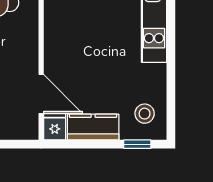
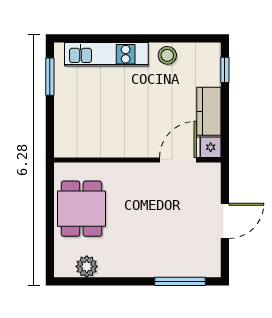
stool: (145, 114) -> (167, 55), moved

